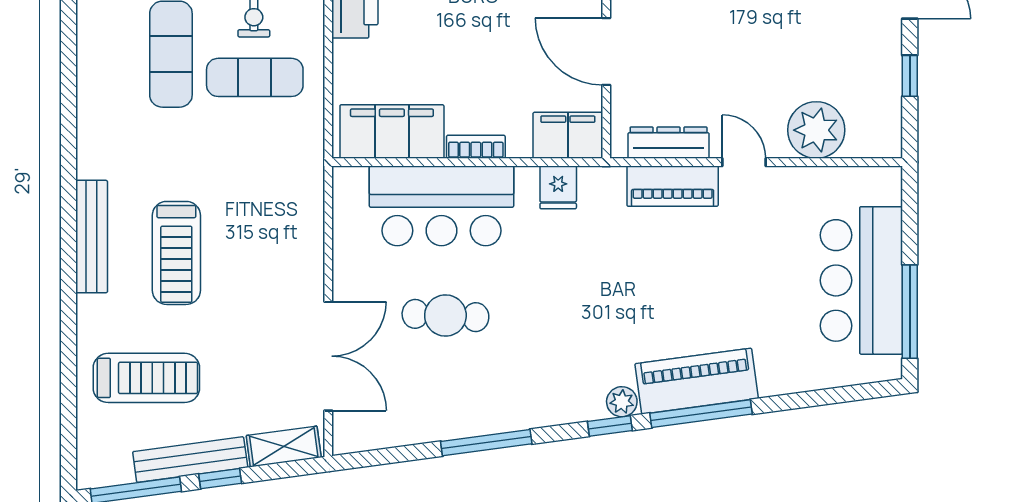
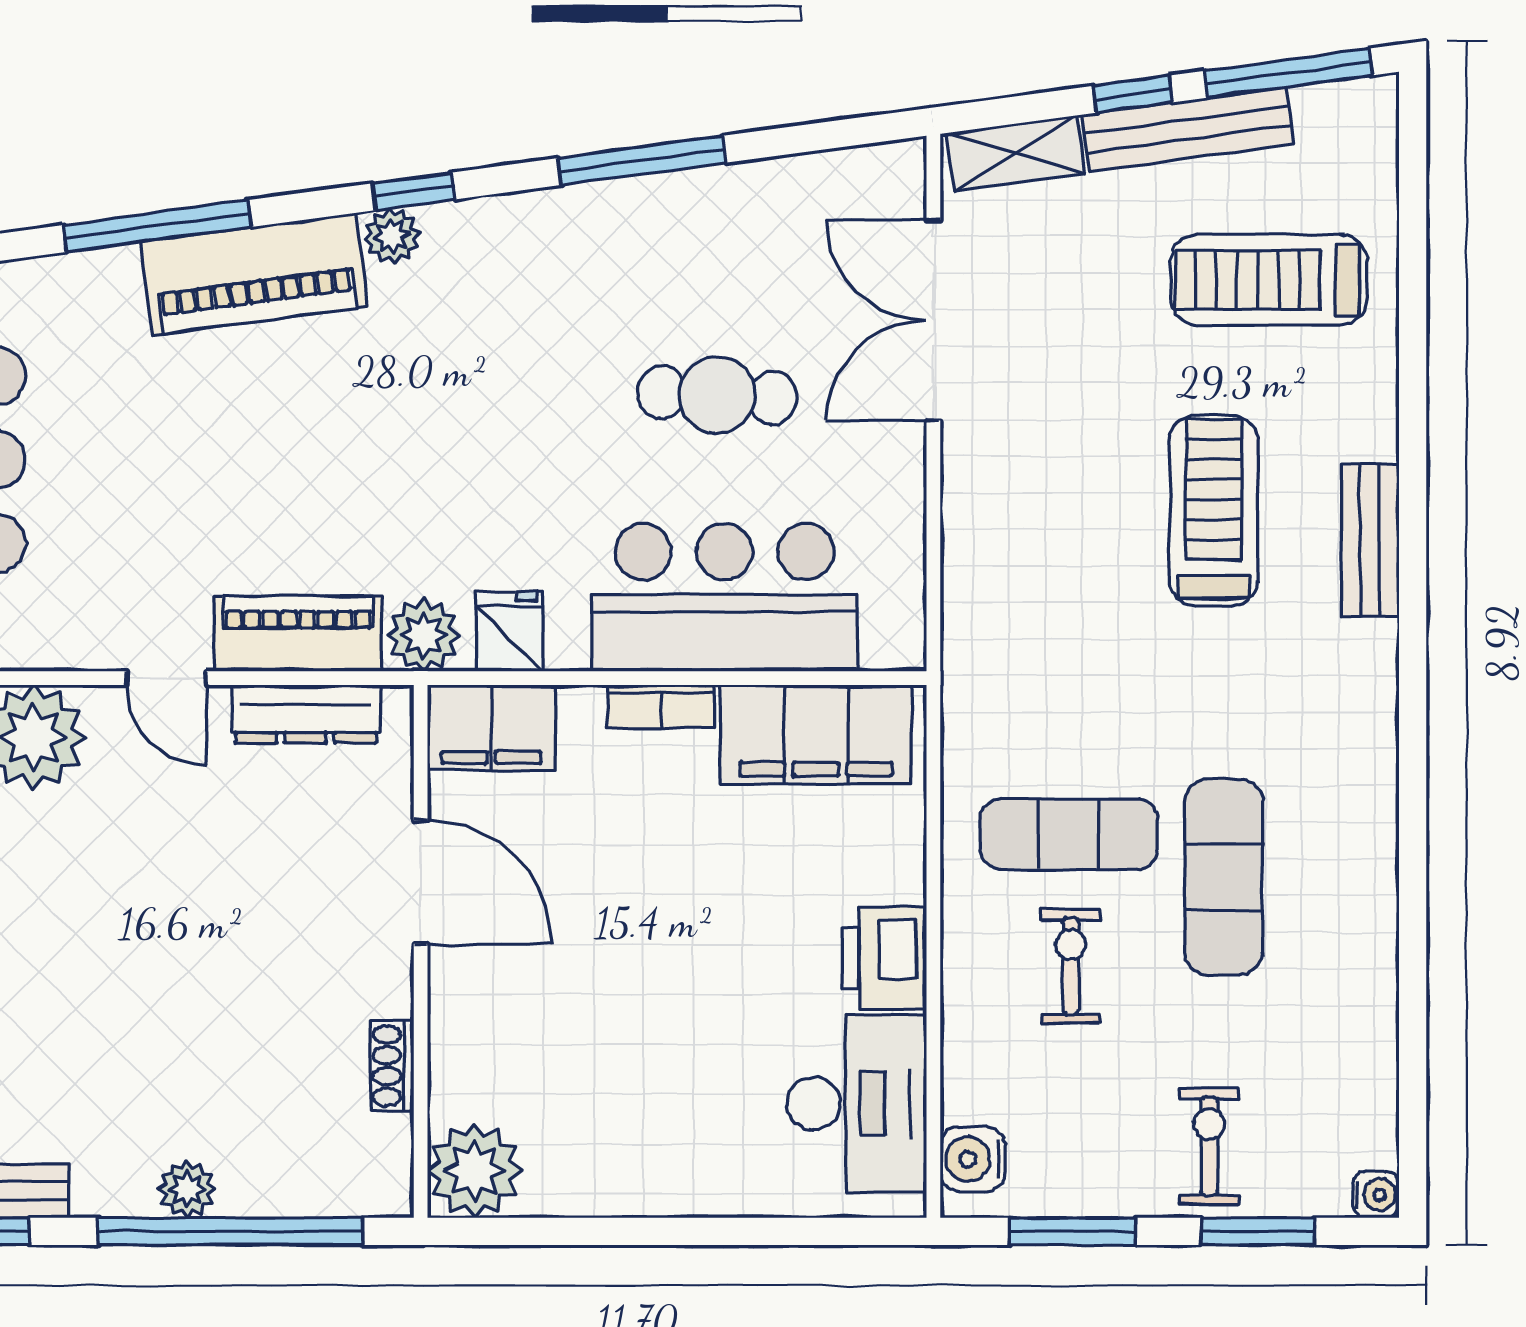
plant: (605, 185) -> (424, 635), added
bench: (92, 237) -> (1370, 541), width x0.73
window: (701, 414) -> (157, 226), moved

